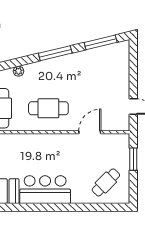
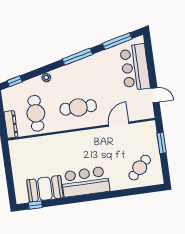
bar counter: (116, 73) -> (135, 67), added

